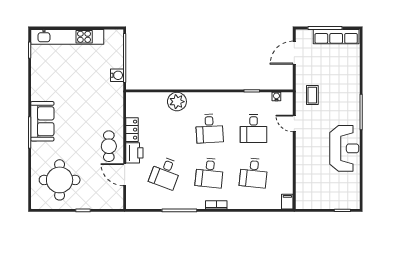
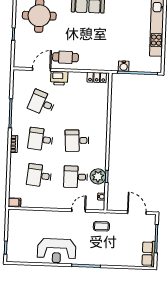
row of seats: (336, 37) -> (149, 254), width x0.68
plant: (177, 102) -> (98, 176), moved
locker: (132, 130) -> (97, 77), moved

